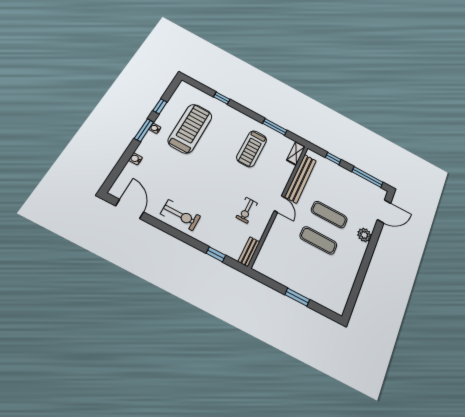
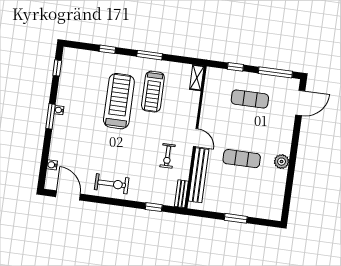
window: (160, 106) -> (57, 68), moved
window: (275, 127) -> (150, 55), moved
treadmill: (190, 128) -> (119, 101), moved
water cooler: (135, 159) -> (52, 165), moved
bench: (301, 179) -> (199, 175), moved
exercise mat: (329, 215) -> (250, 99), moved
plant: (364, 235) -> (282, 162), moved

